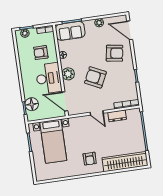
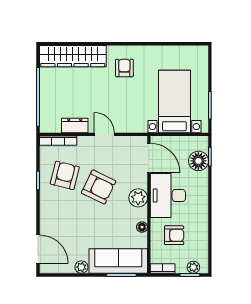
sofa: (70, 31) -> (118, 261), width x1.36
armchair: (114, 53) -> (65, 175), moved, turned 95

